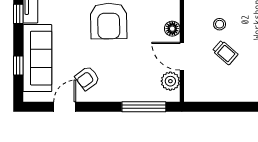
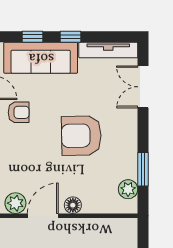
window: (18, 14) -> (71, 37), moved
armchair: (87, 78) -> (19, 112), turned 127

